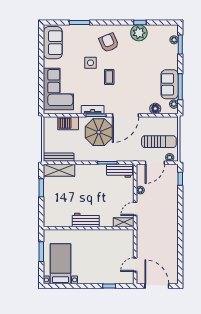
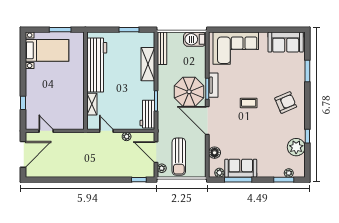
plant: (139, 33) -> (296, 147), moved
side table: (90, 63) -> (264, 83), removed
barbecue: (68, 123) -> (195, 39), moved, turned -90
shelving: (59, 170) -> (148, 64), moved
workbench: (86, 220) -> (97, 65), width x1.88, depth x1.32
shelving: (124, 222) -> (92, 104), moved

